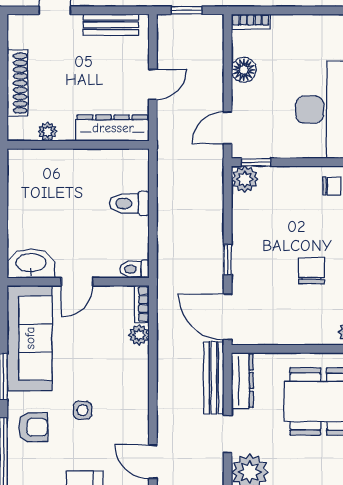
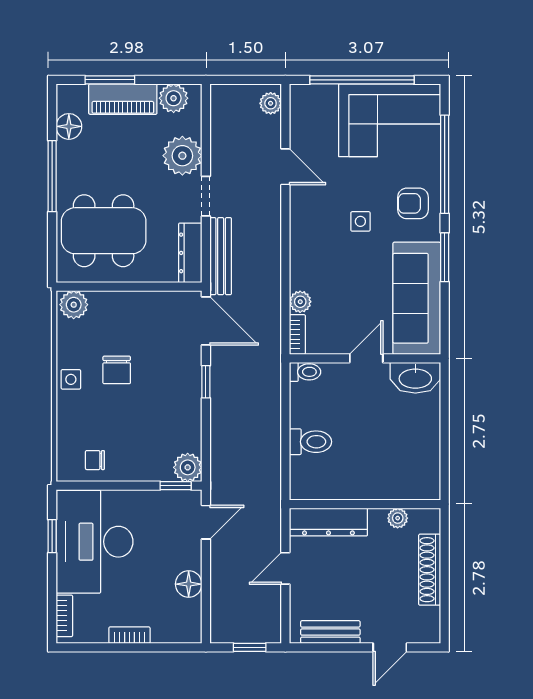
bookcase: (251, 22) -> (129, 635), moved

